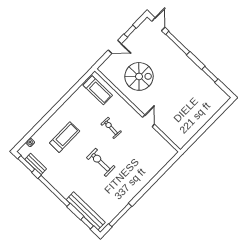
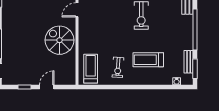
door: (115, 47) -> (47, 87), hinge flipped
spiral stairs: (139, 76) -> (60, 40), moved
exercise bike: (111, 128) -> (118, 67), moved

